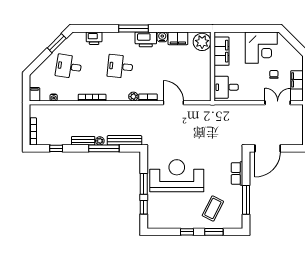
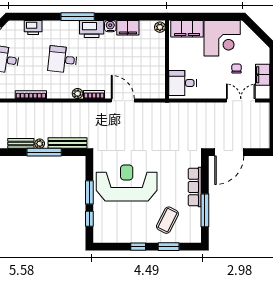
plant: (202, 42) -> (160, 27), width x0.53, depth x0.53
filing cabinet: (222, 51) -> (187, 29), moved, turned 90
row of seats: (237, 173) -> (195, 187), width x1.48

